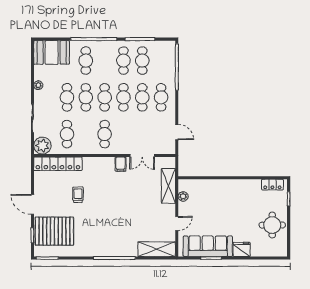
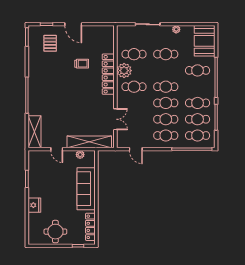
cafe table: (86, 97) -> (198, 136), moved
door: (177, 132) -> (136, 149), hinge flipped
plant: (42, 146) -> (124, 71), moved
double door: (142, 156) -> (115, 119), swing flipped
locker: (58, 164) -> (108, 74), moved
filing cabinet: (121, 164) -> (108, 100), removed
locker: (272, 185) -> (90, 227), width x1.53
shelving: (168, 186) -> (89, 142), width x1.47
door: (32, 204) -> (73, 24), swing flipped
pallet: (54, 231) -> (50, 43), width x0.49, depth x0.50
sofa: (208, 246) -> (86, 189), moved, turned 180

